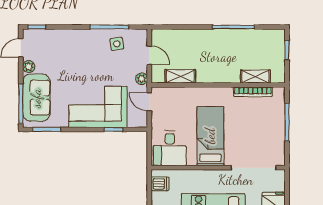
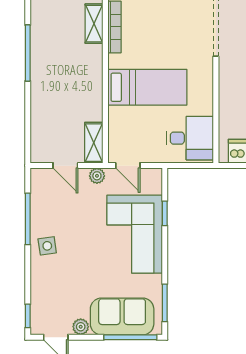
side table: (117, 44) -> (47, 246), moved
door: (149, 55) -> (65, 166), swing flipped
shelving: (180, 76) -> (94, 143), moved
door: (149, 102) -> (128, 166), hinge flipped
bed: (210, 136) -> (147, 87), moved, turned 180

